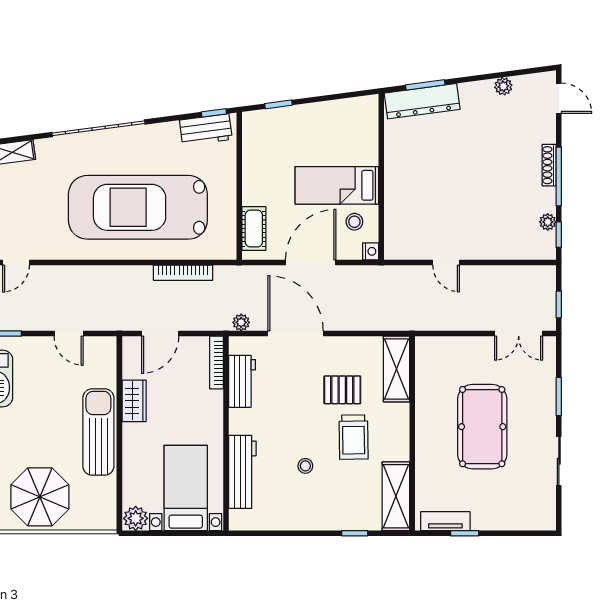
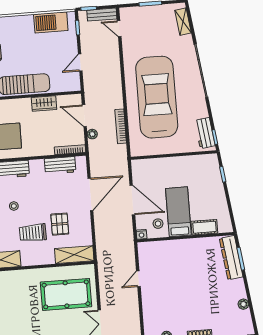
cot: (254, 229) -> (204, 227), moved
plant: (241, 322) -> (92, 134), moved
pool table: (482, 427) -> (66, 294), moved

